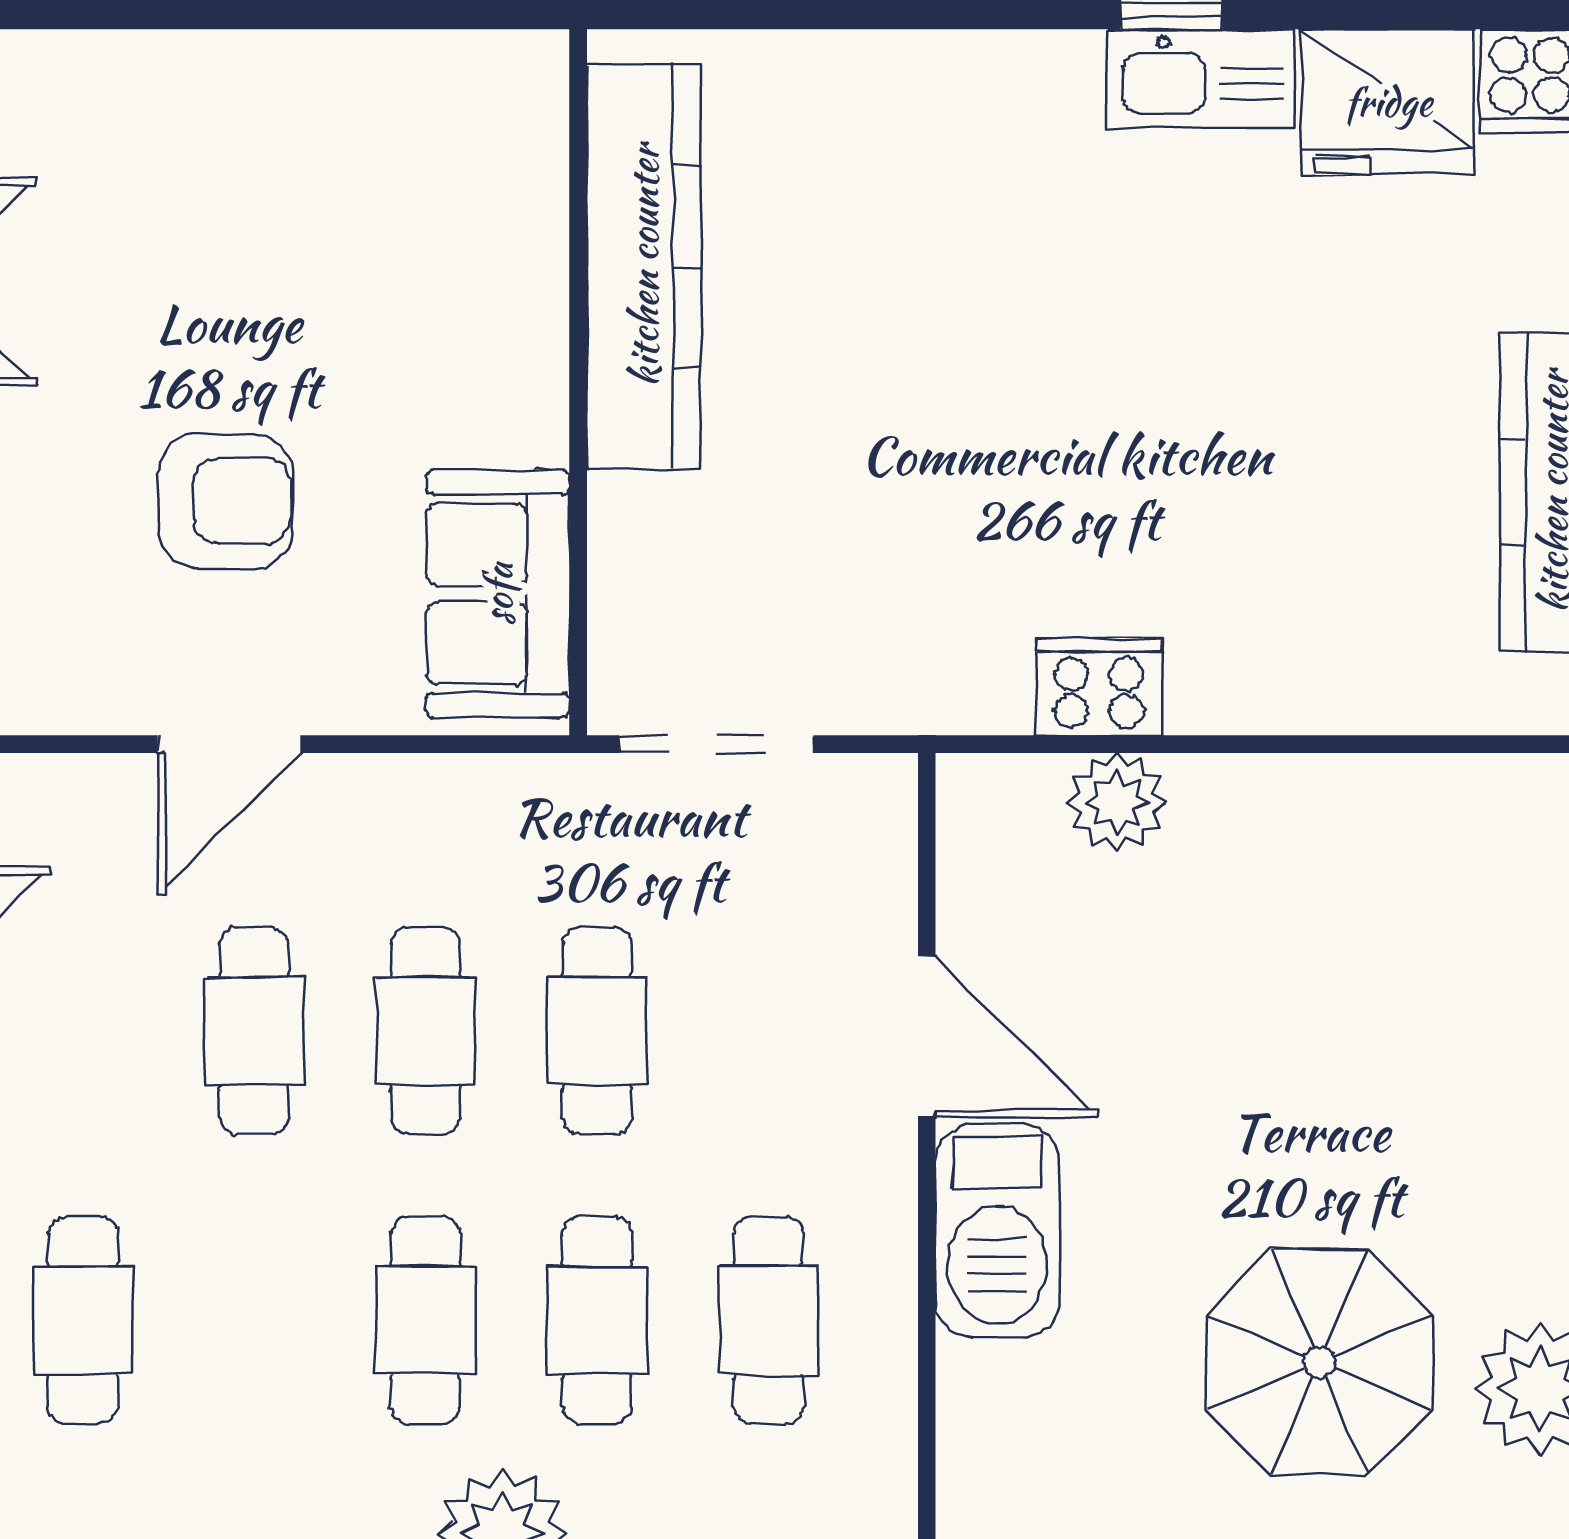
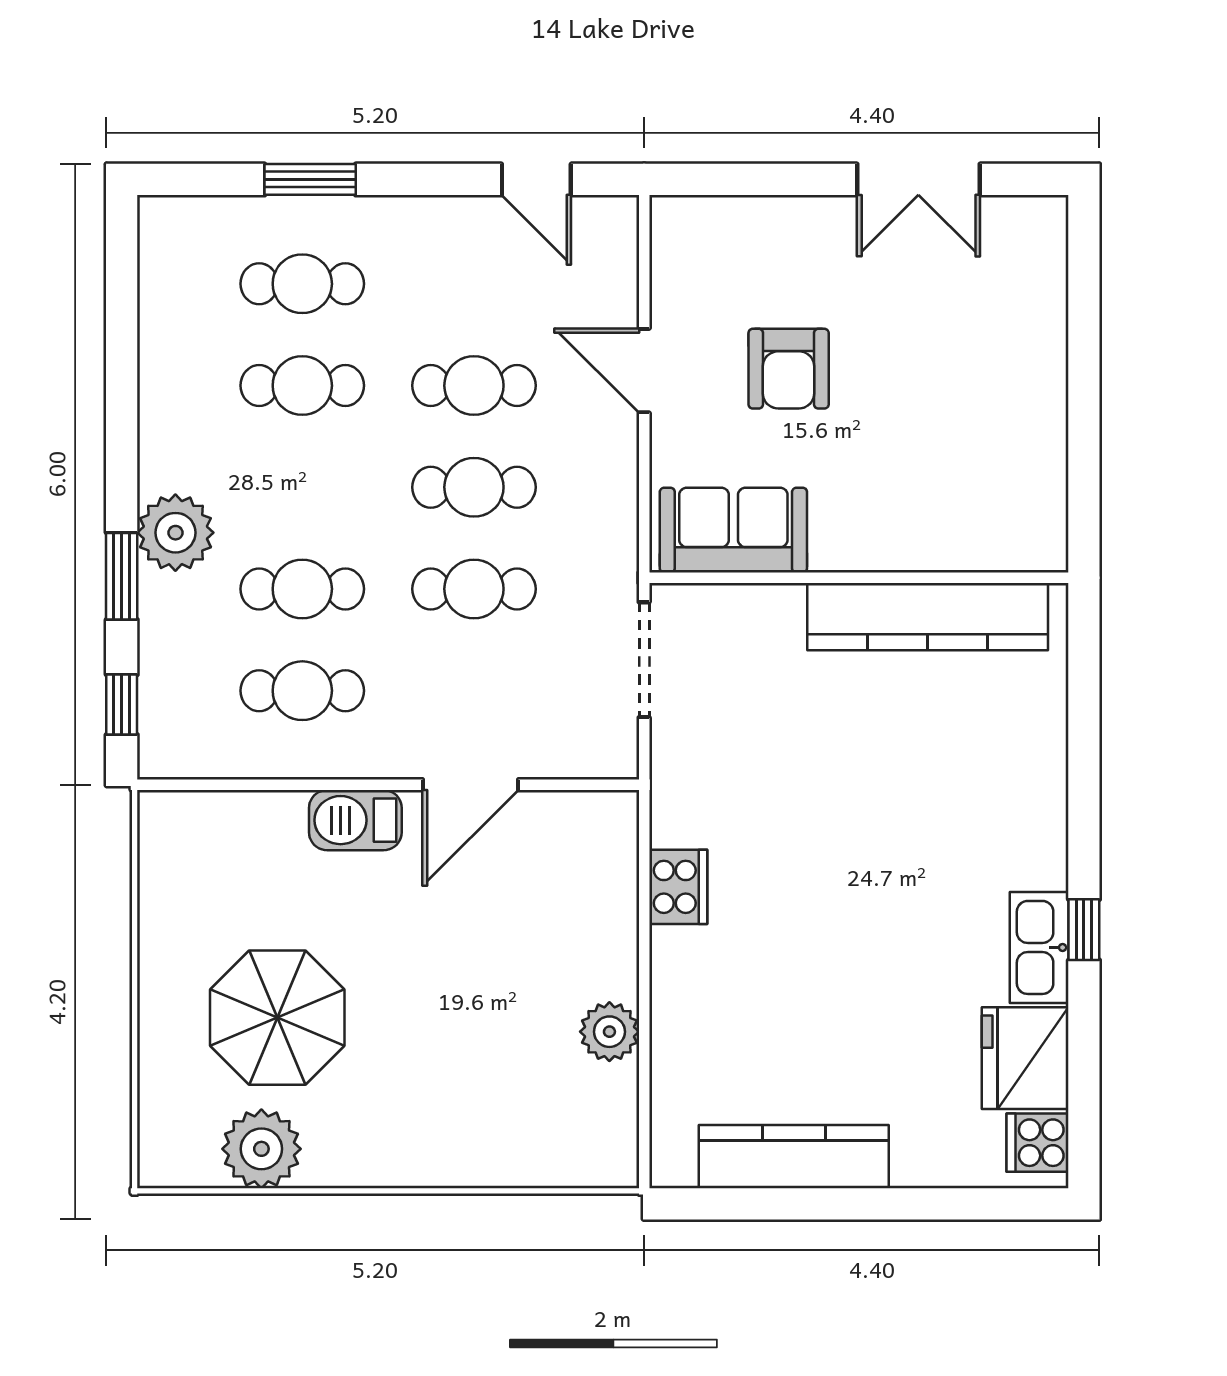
plant: (1117, 803) -> (609, 1032), moved
barbecue: (997, 1231) -> (355, 820), width x0.73, depth x0.83
cafe table: (426, 1320) -> (302, 386), moved

